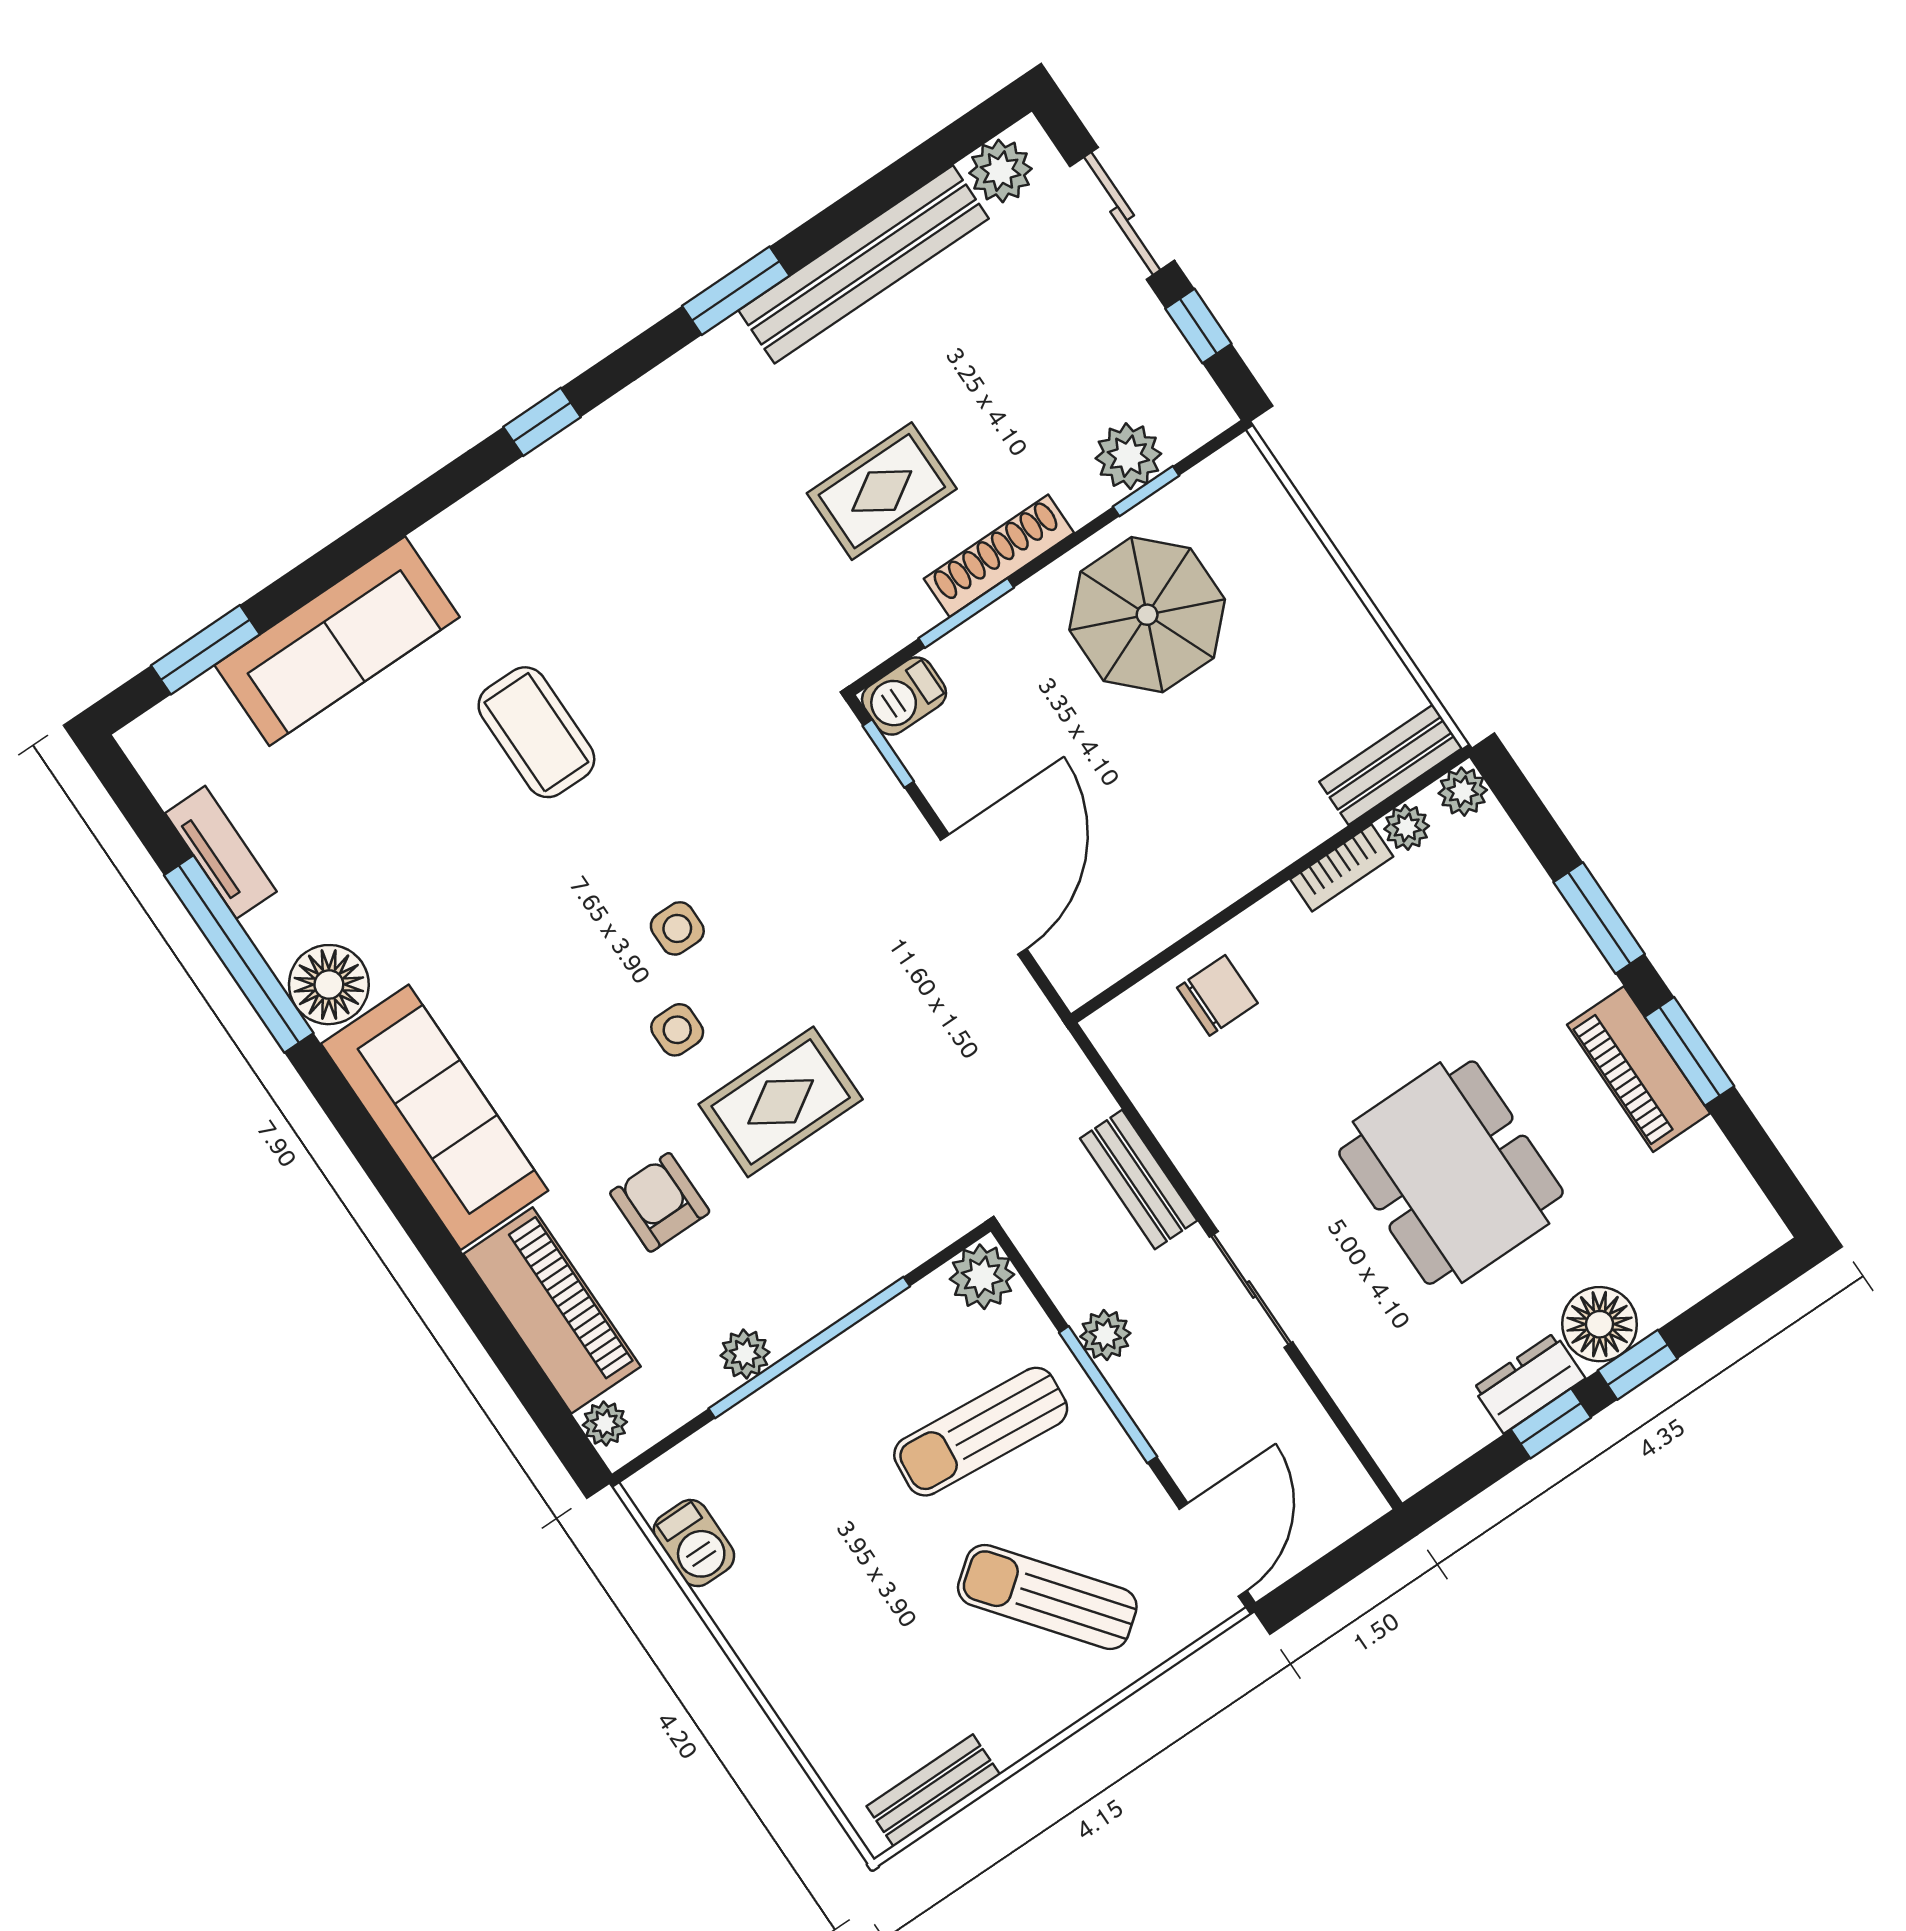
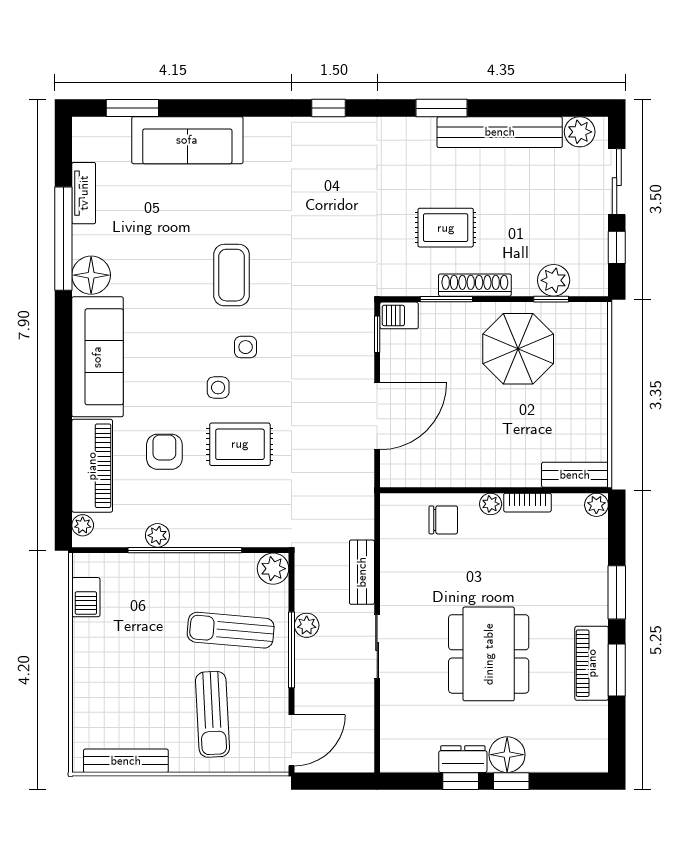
coffee table: (536, 732) -> (232, 275), moved
plant: (1407, 827) -> (491, 504), moved
sun lounger: (1047, 1597) -> (213, 714), turned -145
bench: (933, 1791) -> (126, 761), width x1.36

